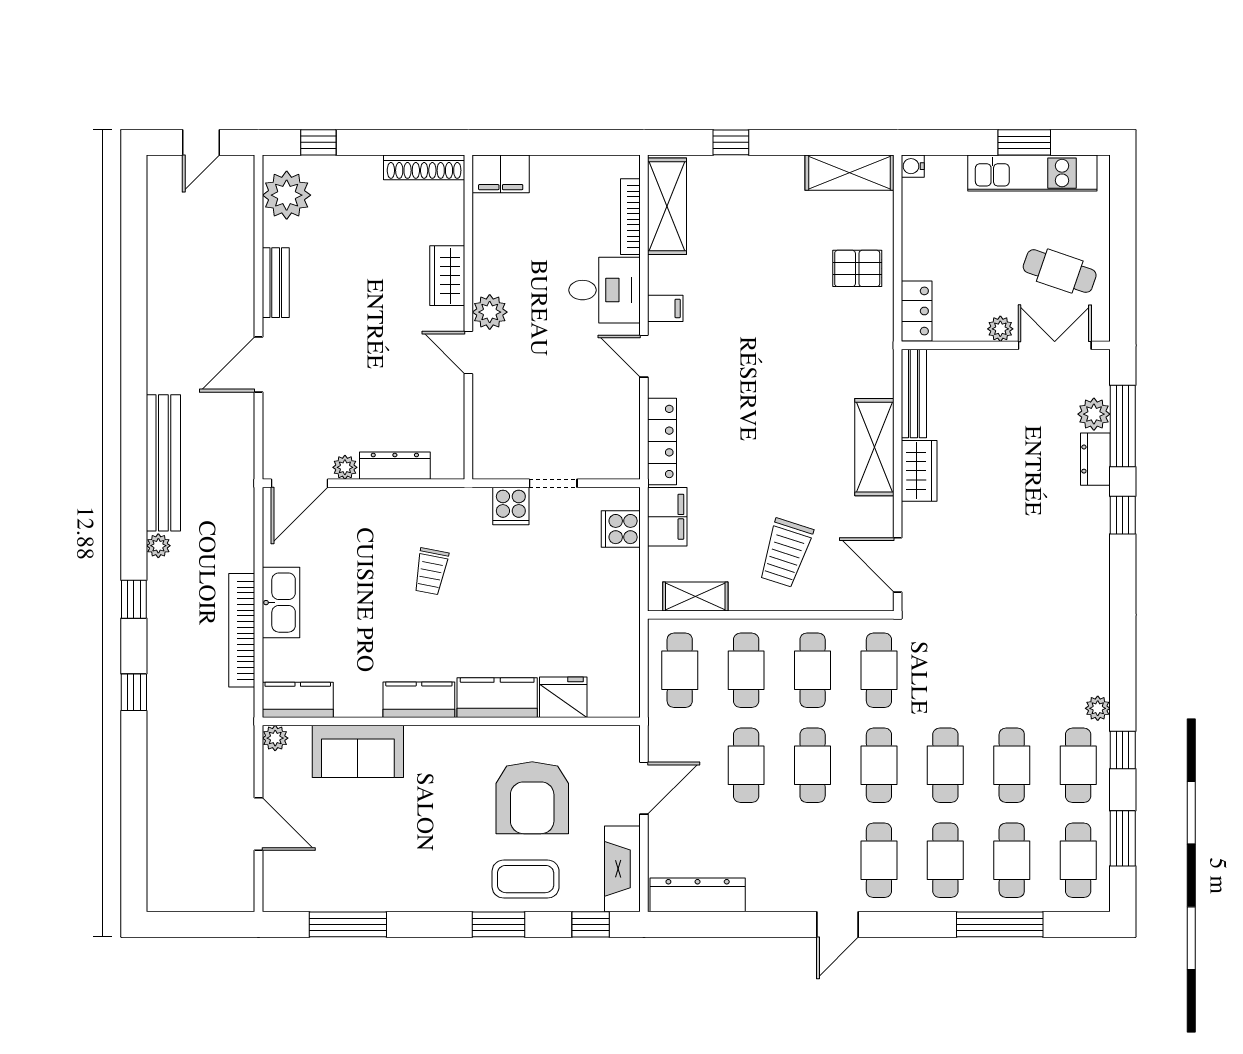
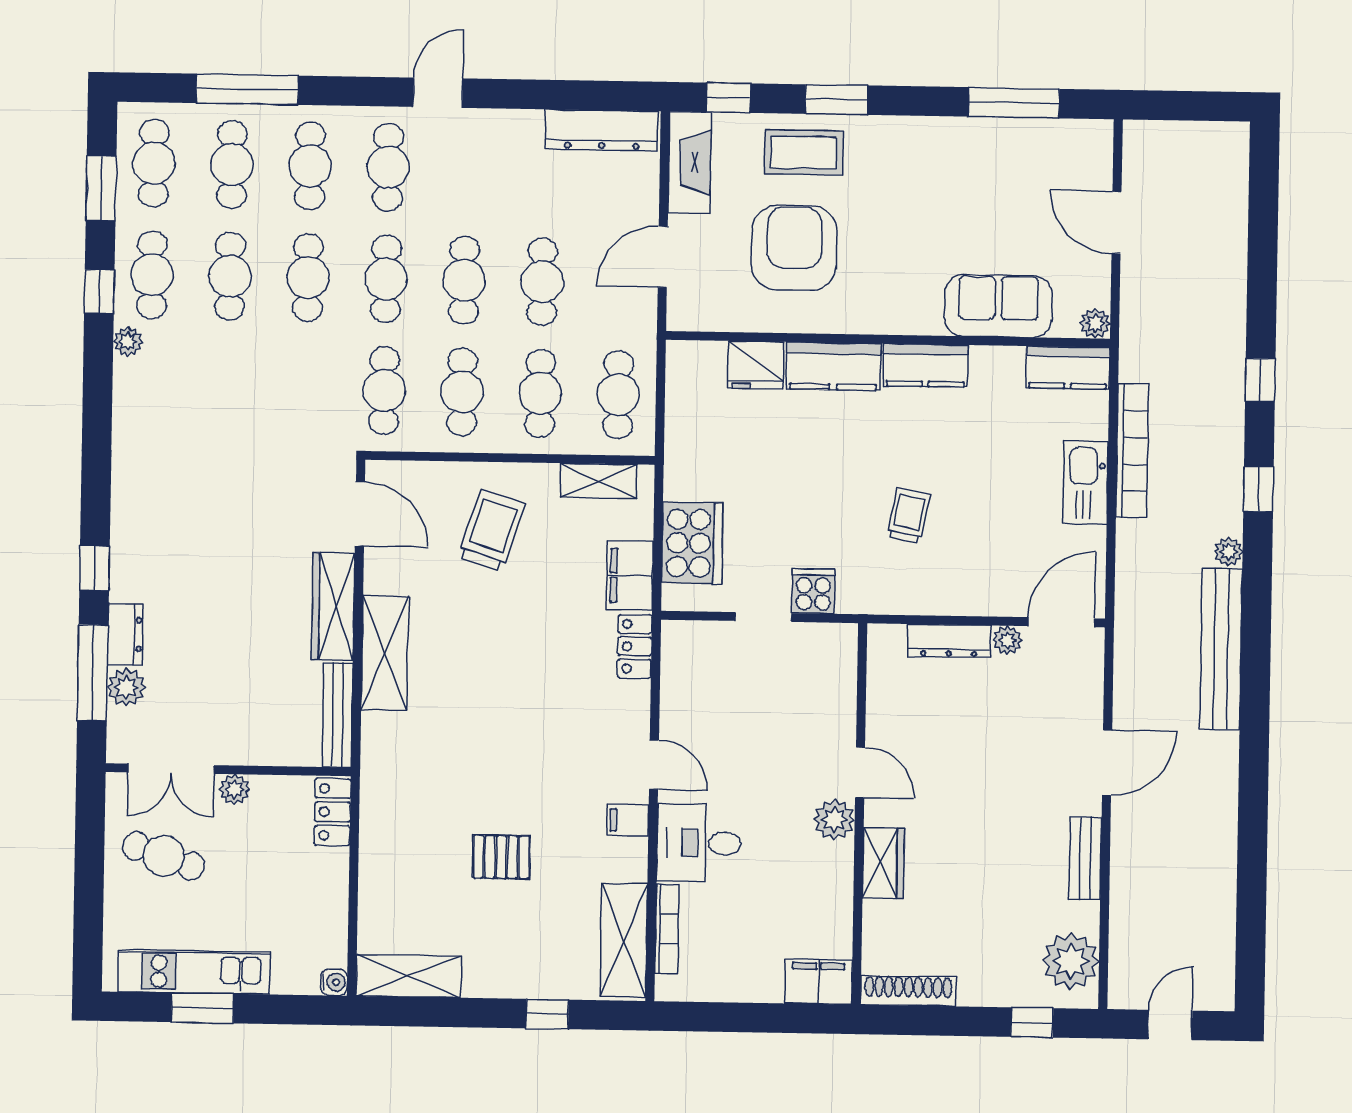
pallet: (857, 268) -> (501, 857), moved
locker: (662, 441) -> (635, 646), width x0.66
wardrobe: (919, 471) -> (333, 606), width x1.50
cooker: (621, 529) -> (692, 543), width x1.87, depth x1.31

